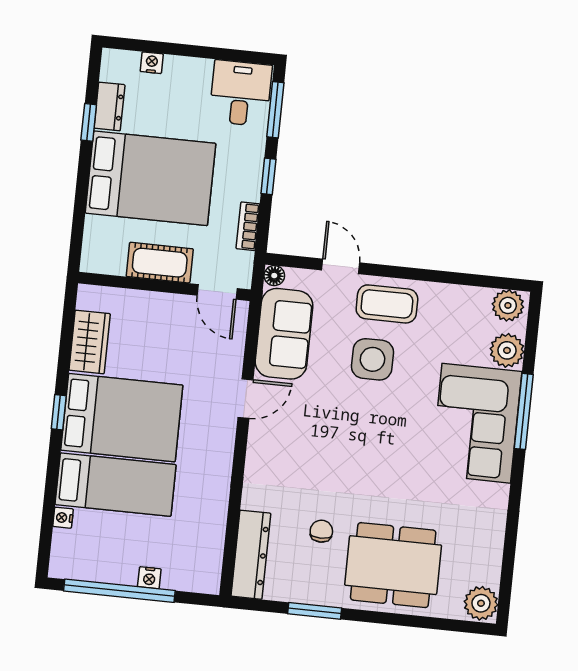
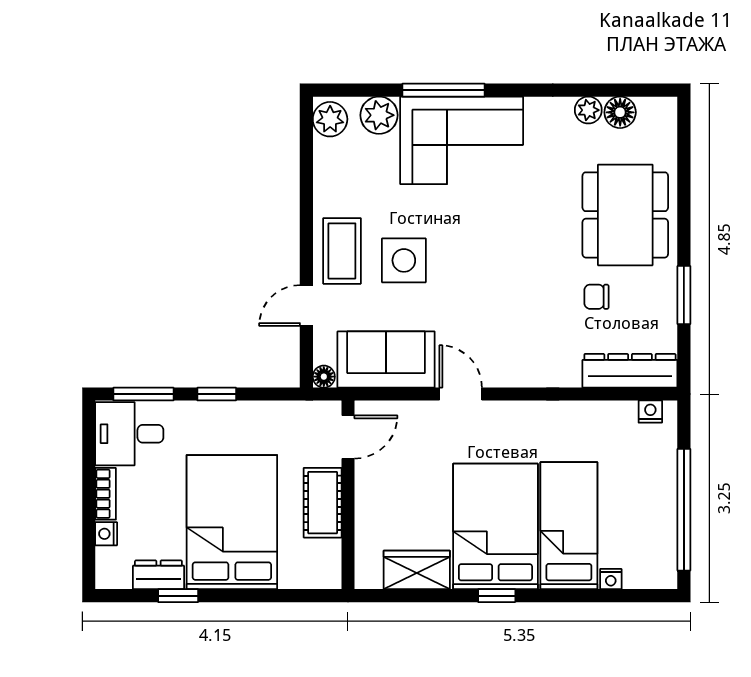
bookcase: (248, 226) -> (106, 494), moved, turned -90
floor lamp: (487, 570) -> (620, 112), added
nightstand: (149, 578) -> (650, 412), moved, turned -90
plant: (481, 603) -> (588, 110), moved, width x0.73, depth x0.73

